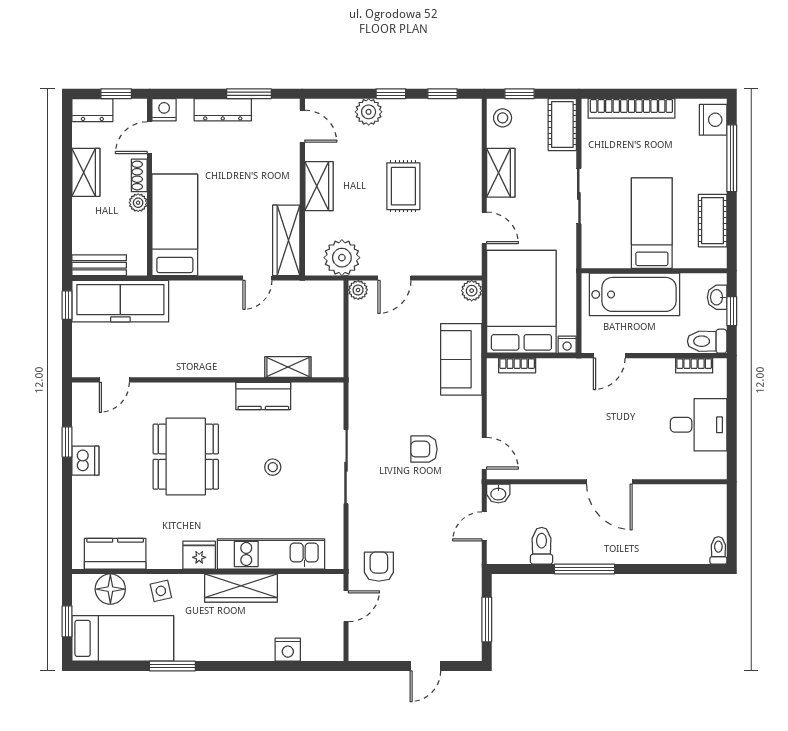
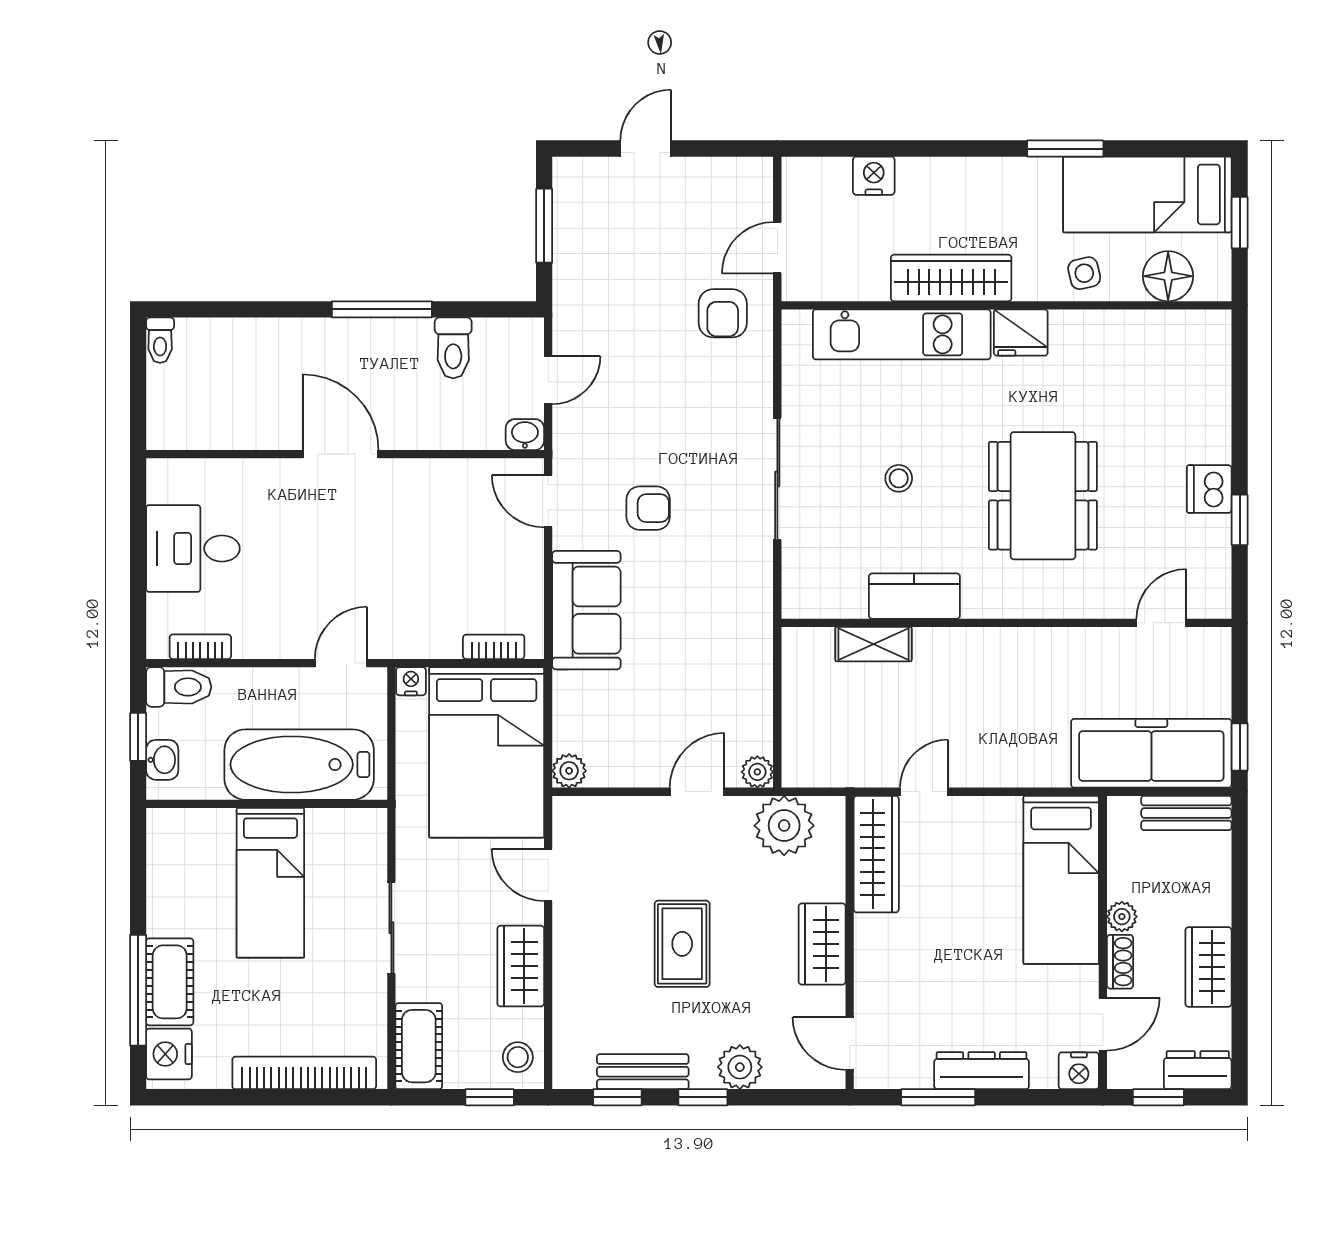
bench: (427, 109) -> (643, 1072), added
cot: (713, 221) -> (170, 982), moved
sofa: (461, 359) -> (586, 610), moved
kitchen counter: (115, 554) -> (1160, 335), removed

